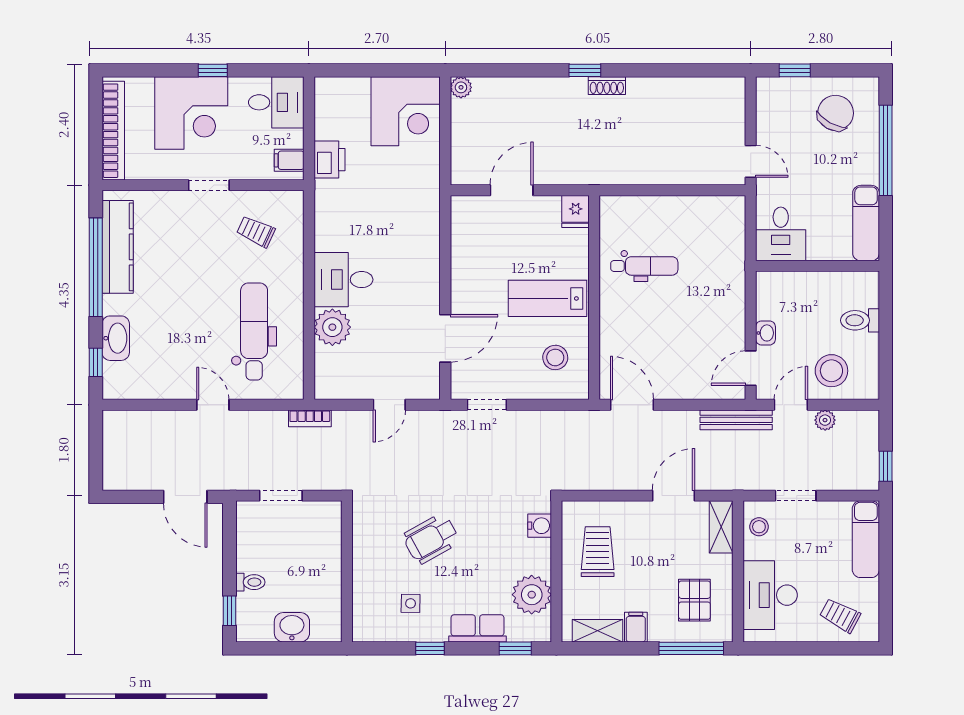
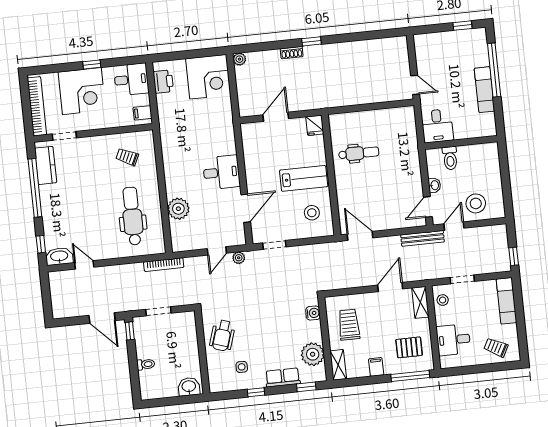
window: (795, 70) -> (462, 26), moved
shoe rack: (607, 86) -> (292, 53), moved
chair: (836, 113) -> (462, 51), removed
printer: (329, 160) -> (163, 82), moved
doorway: (209, 185) -> (64, 136), moved
exam couch: (866, 223) -> (484, 90), moved
kitchen counter: (118, 247) -> (46, 165), width x0.67
desk: (343, 280) -> (221, 172), moved, turned 180
lab bench: (548, 298) -> (304, 178), turned 180
toilet: (860, 320) -> (450, 158), moved, turned -90
washbasin: (116, 338) -> (59, 256), moved, turned -90
door: (213, 405) -> (84, 265), moved
bookcase: (310, 418) -> (164, 265), width x1.56
plant: (825, 420) -> (239, 258), moved
wheelchair: (431, 539) -> (222, 335), moved, turned -43
desk: (770, 595) -> (453, 340), width x0.73
pallet: (694, 600) -> (409, 347), turned 90
window: (229, 611) -> (130, 331), moved
washbasin: (292, 627) -> (189, 387), moved
shelving: (597, 631) -> (338, 365), moved, turned 90

